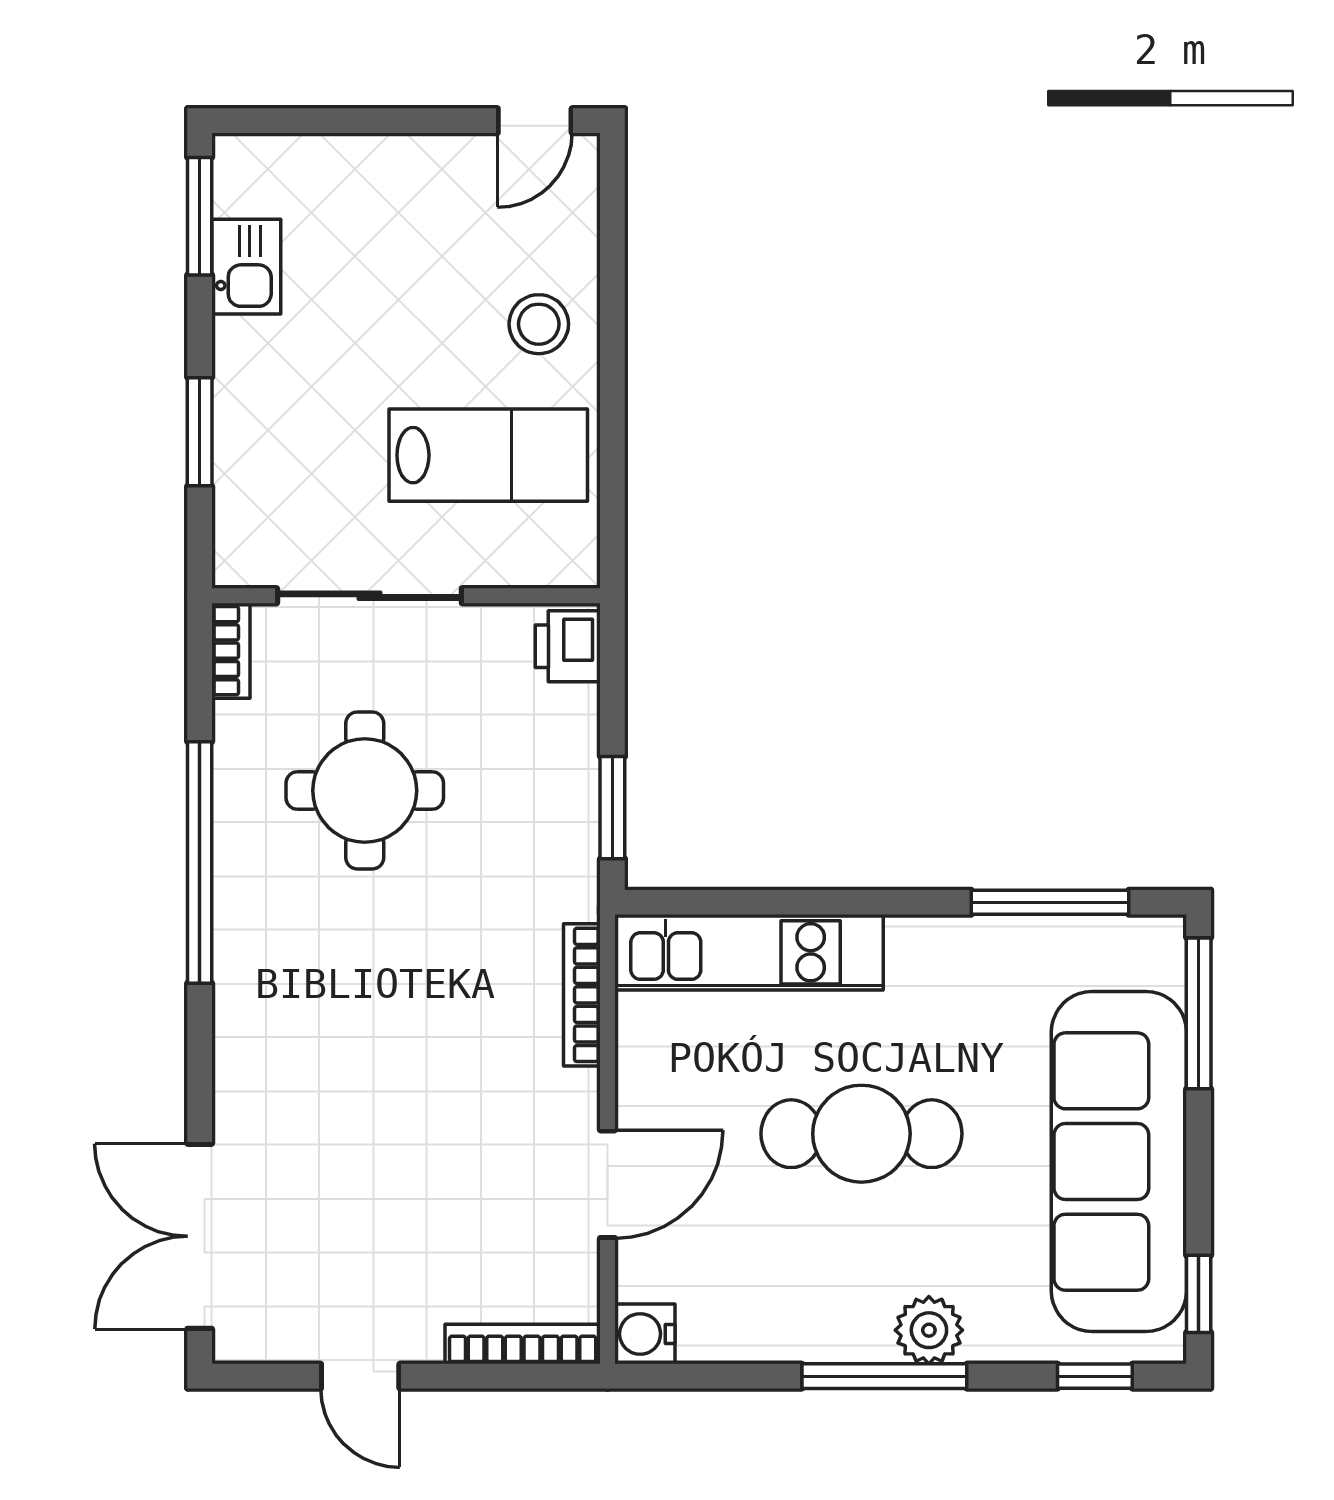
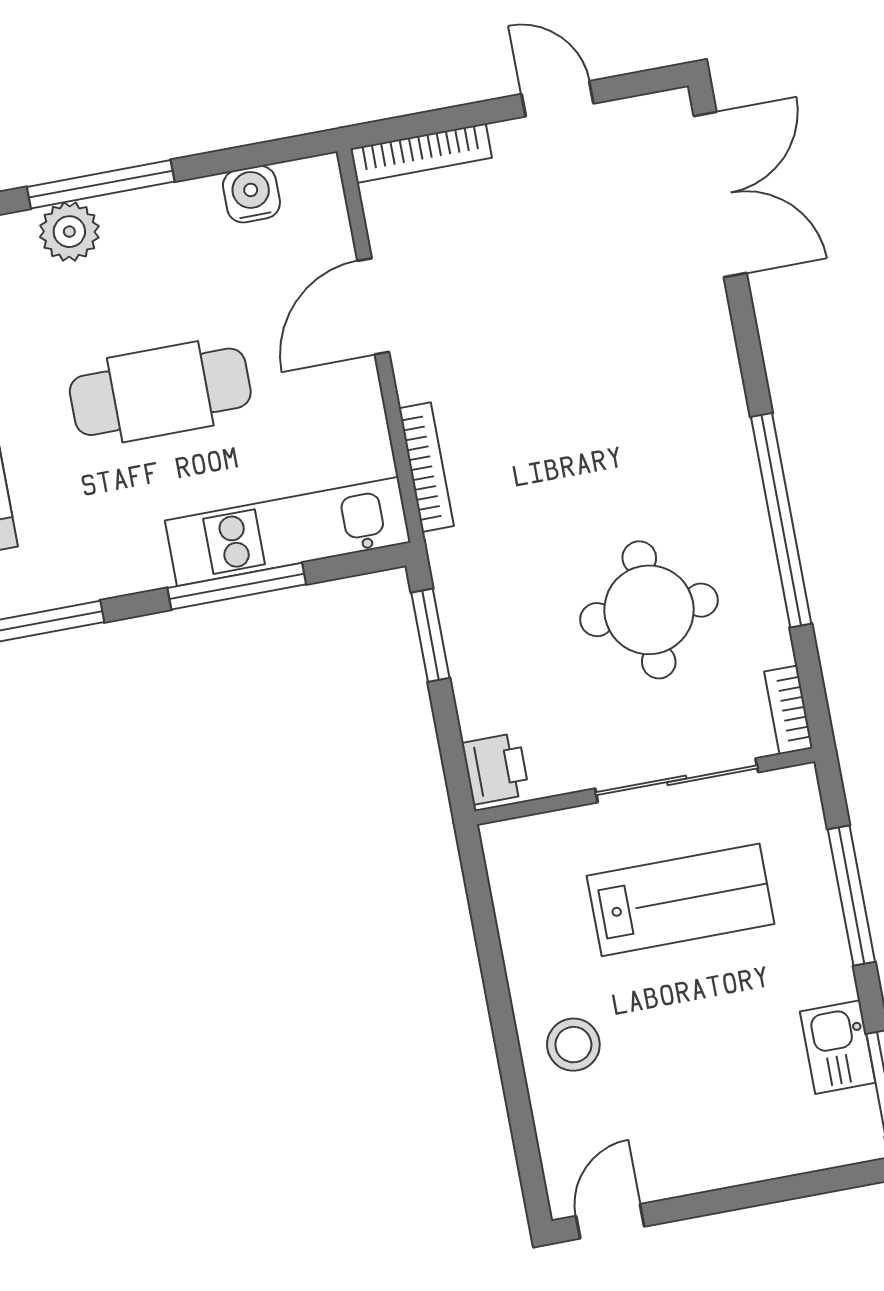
window: (200, 432) -> (851, 896), width x1.44
lab bench: (488, 455) -> (681, 900), moved, turned 180
window: (817, 902) -> (237, 586), added
water cooler: (645, 1334) -> (251, 194), moved, turned -90

